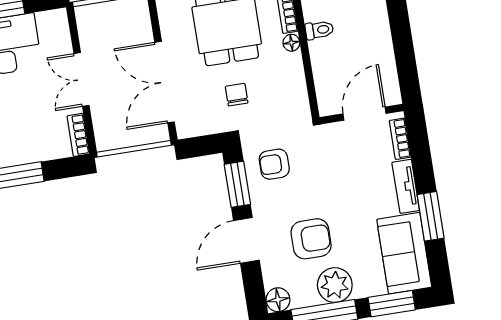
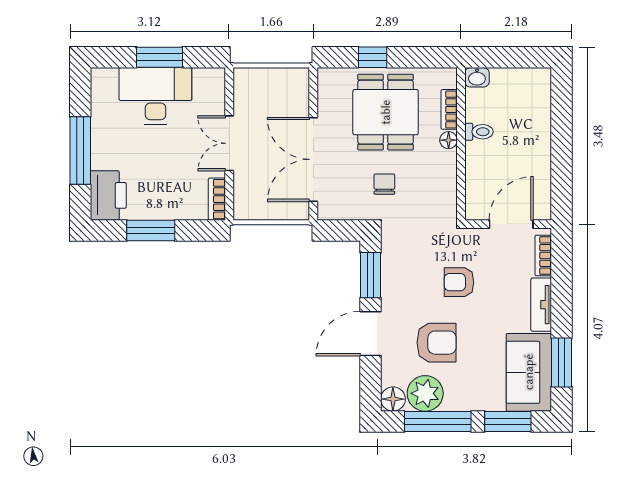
armchair: (274, 164) -> (459, 282), moved
window: (431, 216) -> (562, 362), moved
plant: (335, 285) -> (425, 393), moved

